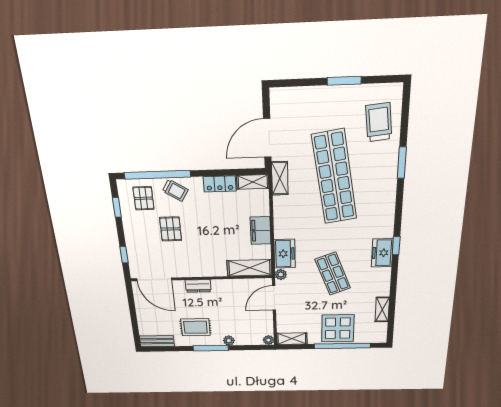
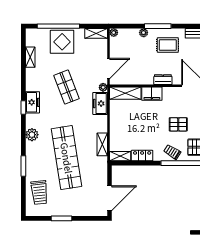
door: (267, 138) -> (110, 198), moved
shelving: (280, 178) -> (102, 144), moved
plant: (386, 209) -> (32, 135), added
pallet: (171, 229) -> (178, 124), turned 90
filing cabinet: (261, 231) -> (152, 94), moved, turned 90

